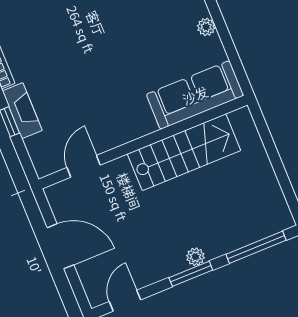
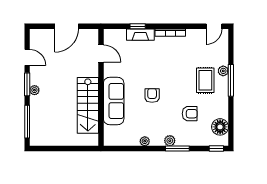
armchair: (121, 47) -> (152, 95), added
sofa: (195, 95) -> (114, 101), moved
door: (125, 301) -> (27, 57), moved

